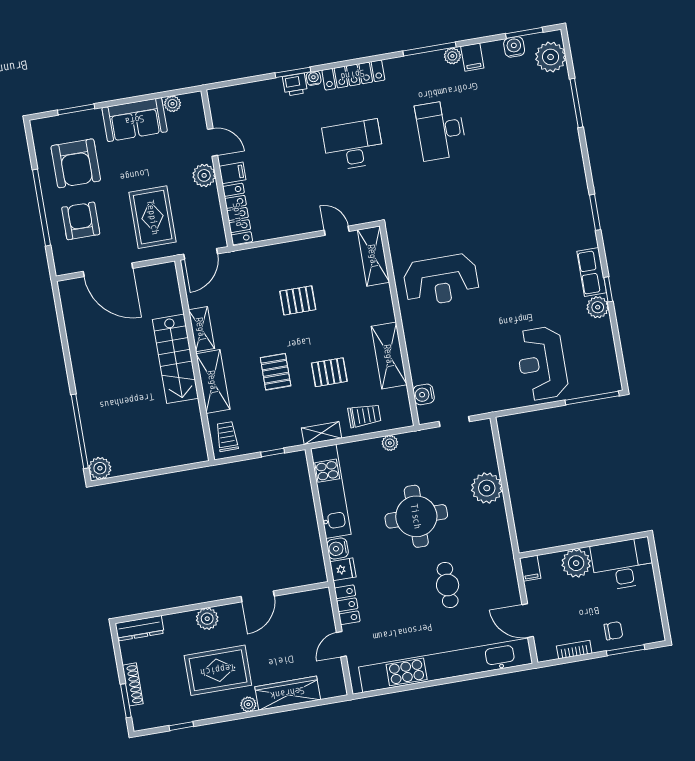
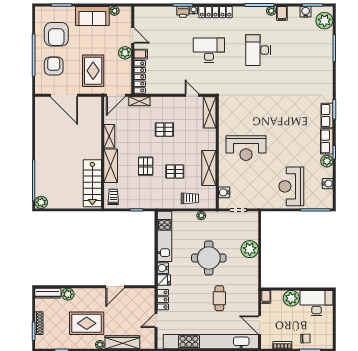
row of seats: (584, 226) -> (327, 115), added
reception desk: (441, 280) -> (246, 148), moved
water cooler: (606, 347) -> (328, 184), added
stairs: (175, 359) -> (92, 183), moved
shelving: (322, 433) -> (139, 101), moved
plant: (207, 619) -> (68, 294), moved

